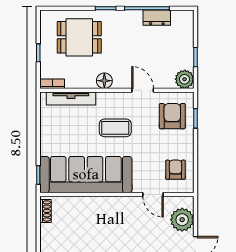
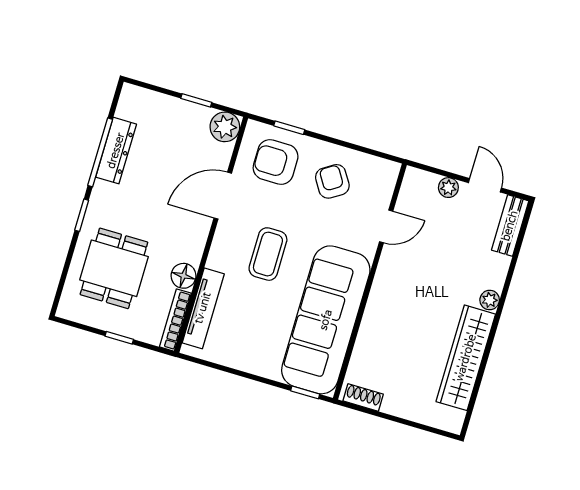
dresser: (157, 18) -> (116, 151), width x1.44
floor lamp: (104, 81) -> (184, 276), moved
bookcase: (52, 84) -> (175, 320), width x1.56
door: (143, 90) -> (223, 196), width x1.38
armchair: (175, 170) -> (332, 181), moved, turned 58
plant: (182, 220) -> (448, 188), width x0.53, depth x0.53

